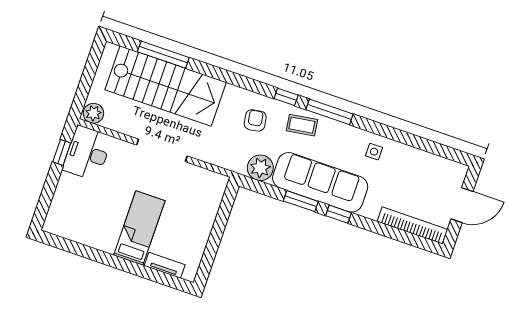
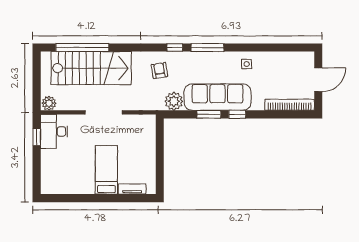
window: (163, 55) -> (82, 48), width x1.46
coffee table: (302, 125) -> (192, 63), removed

